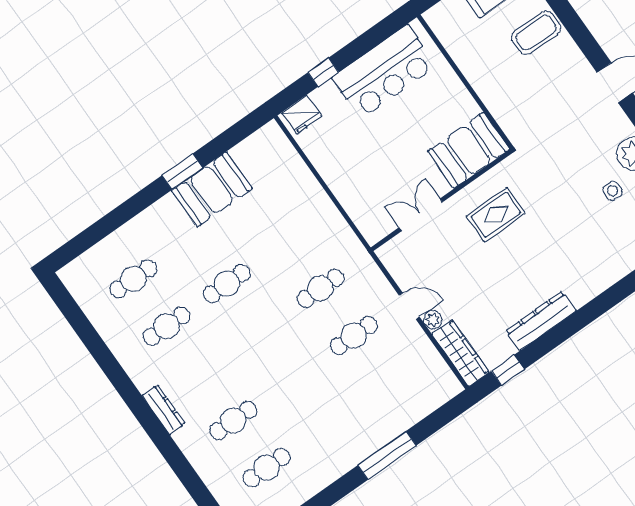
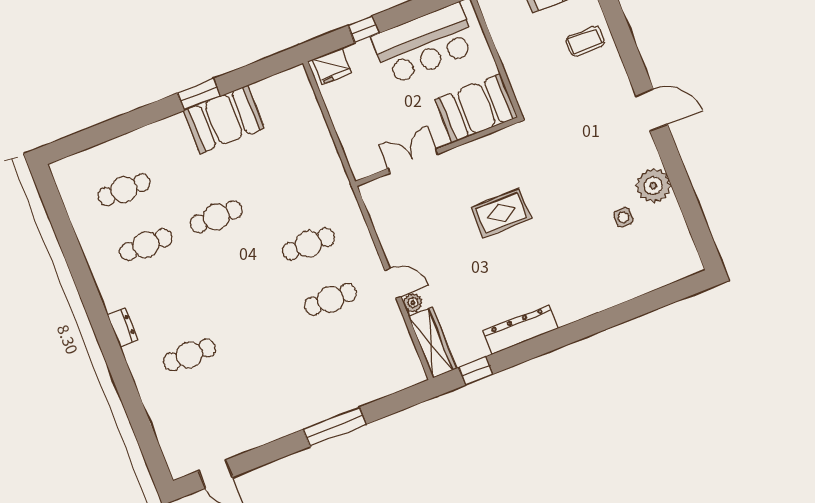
coffee table: (536, 33) -> (585, 41), width x0.73, depth x0.77
booth: (469, 150) -> (476, 108), moved
wall: (442, 200) -> (437, 152), moved
double door: (421, 215) -> (413, 161), moved
dresser: (164, 410) -> (123, 327), width x0.70
cafe table: (267, 468) -> (211, 410), removed

